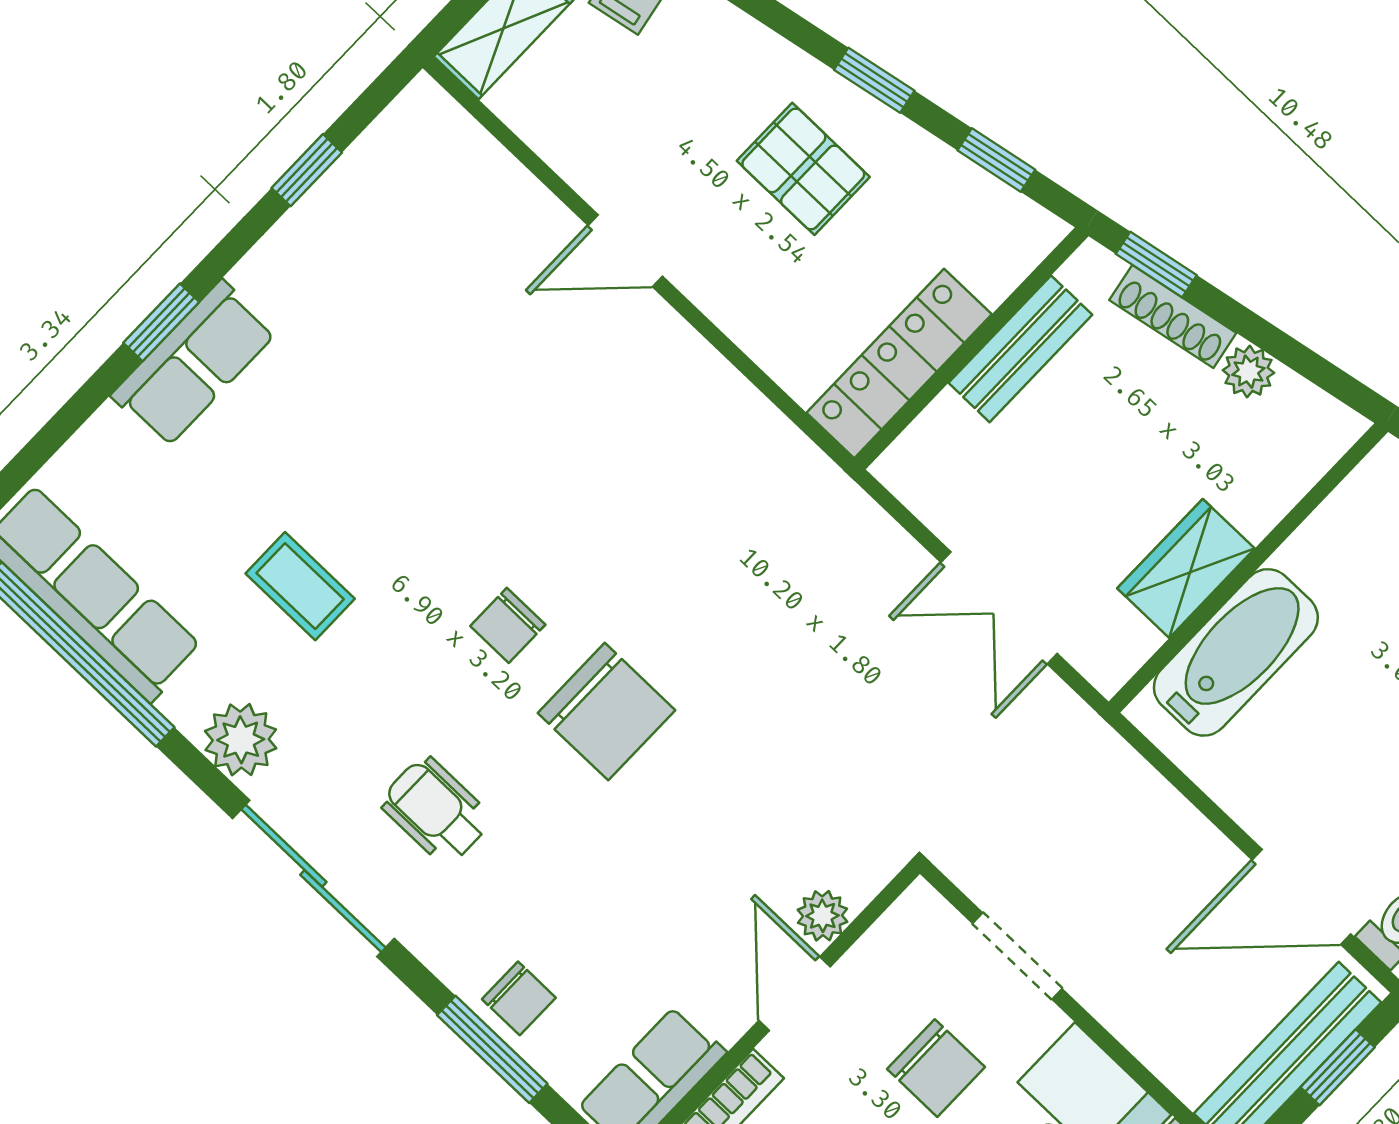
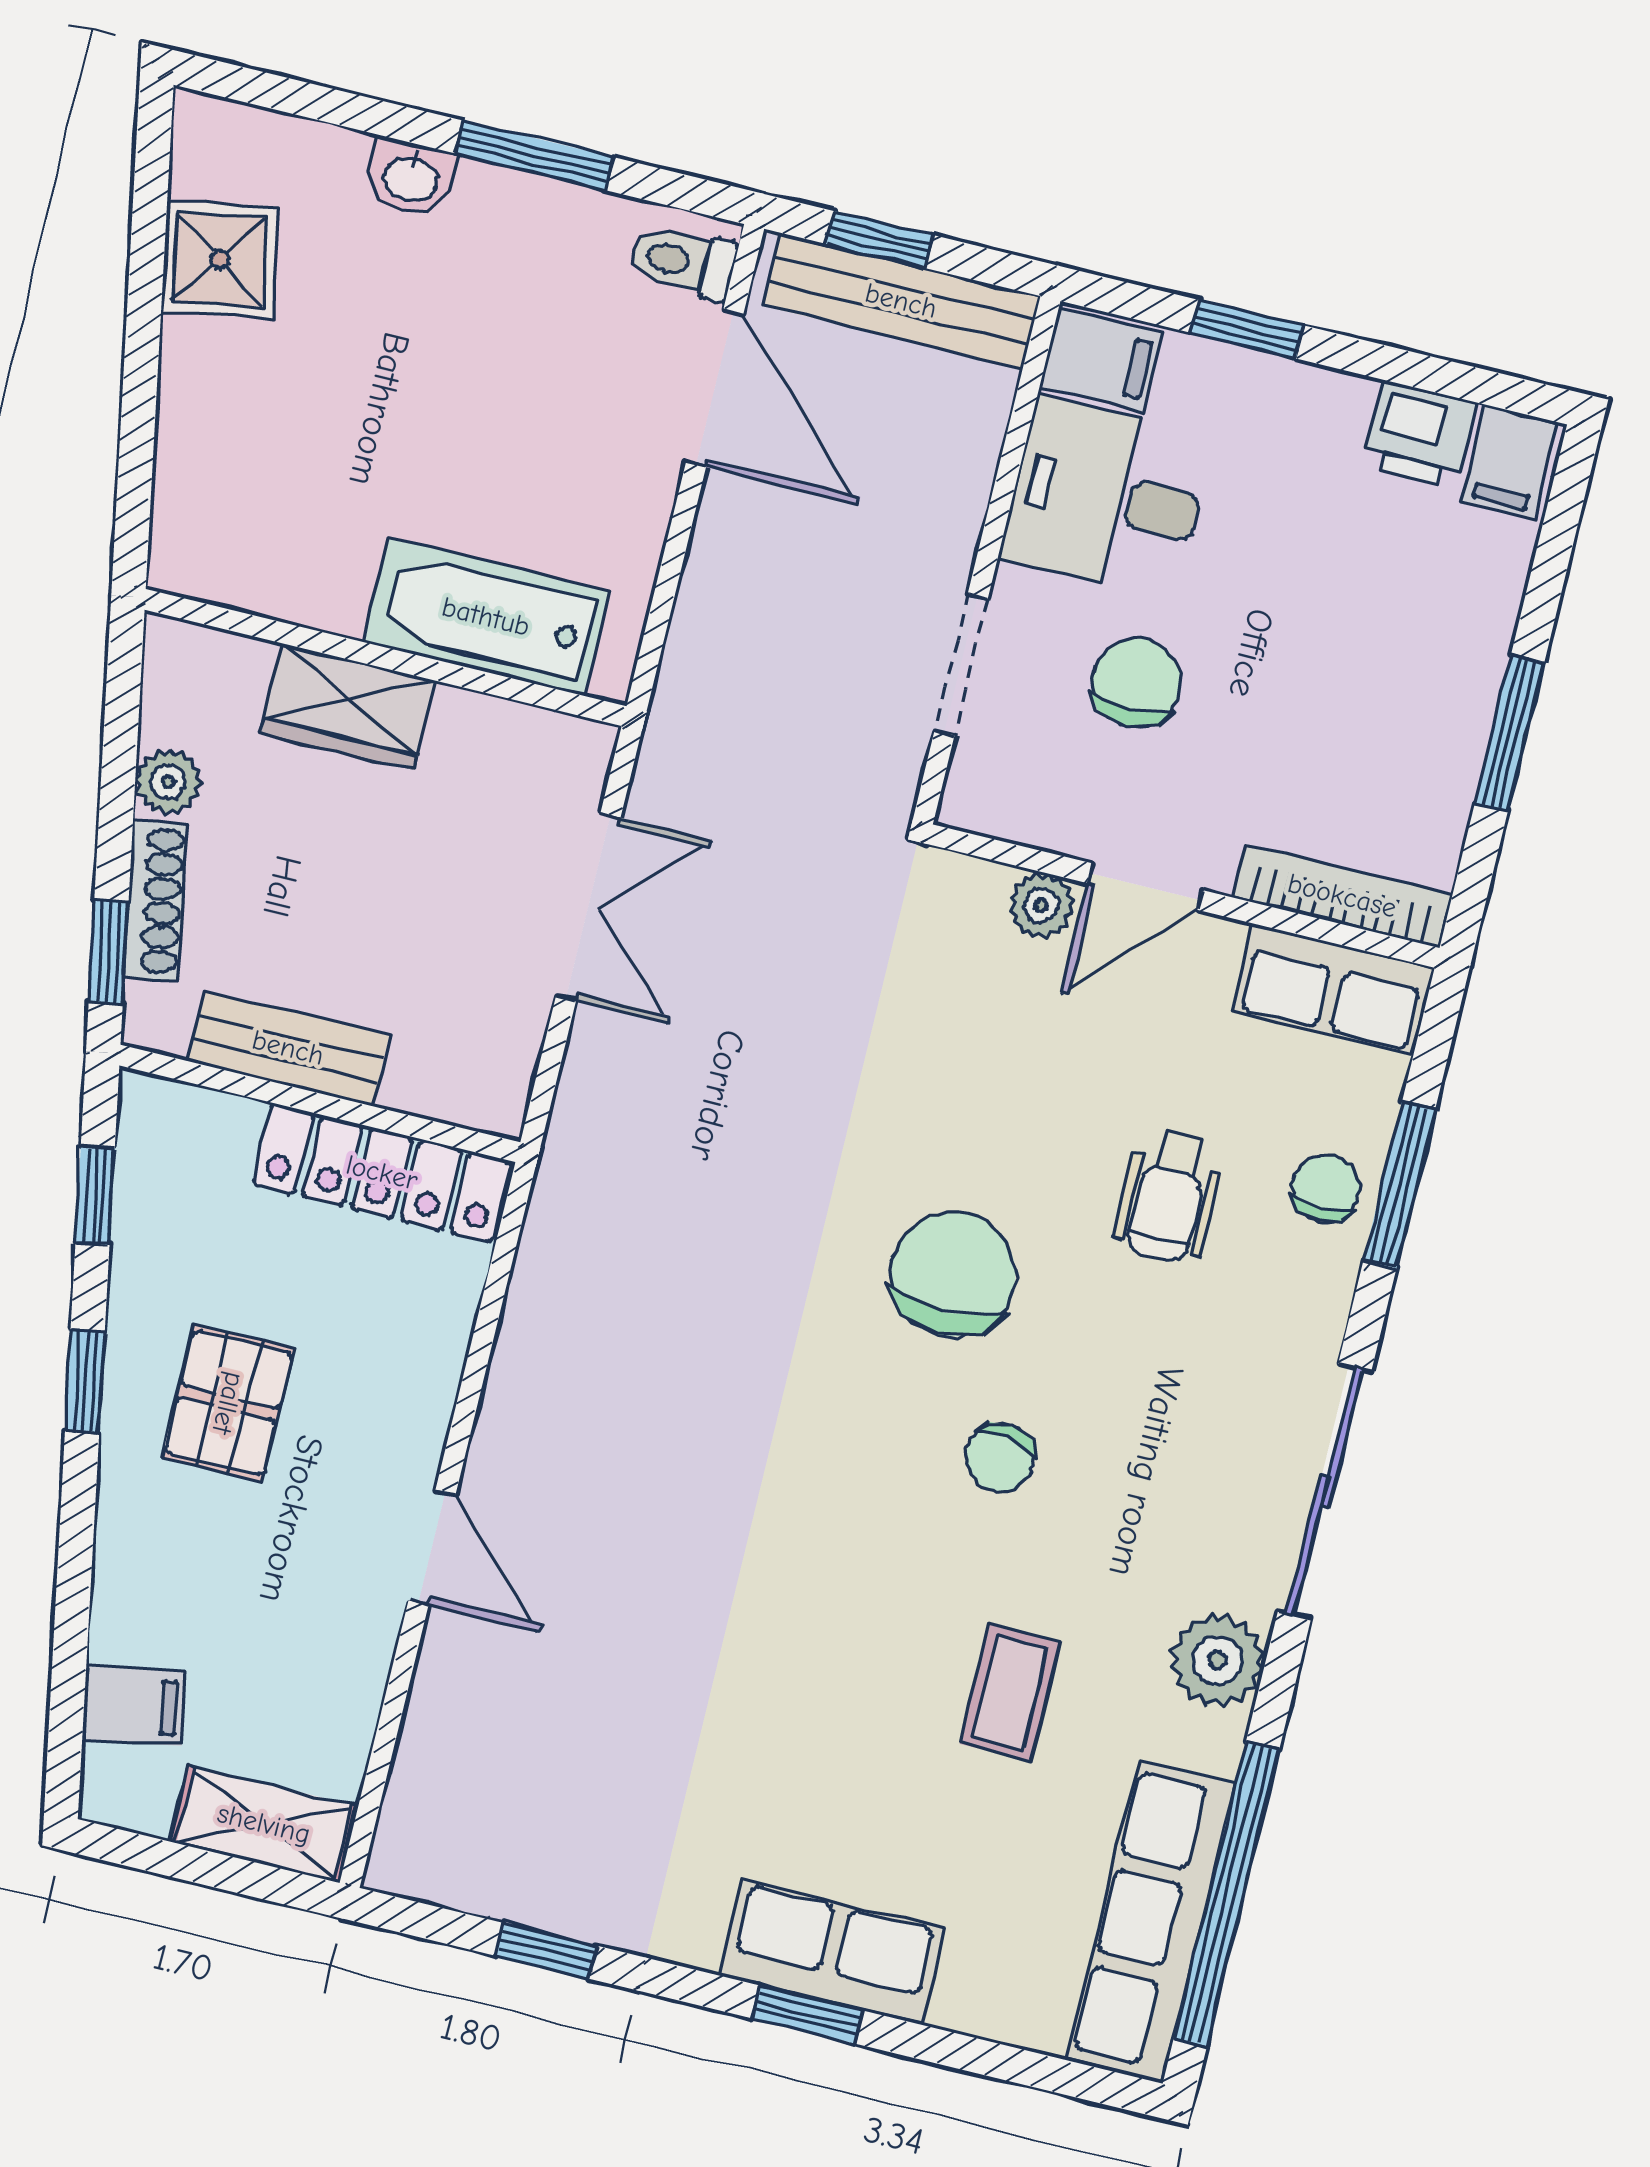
wardrobe: (1186, 568) -> (348, 706), moved
chair: (508, 625) -> (1000, 1458), moved, turned 99
wheelchair: (436, 811) -> (1169, 1196), moved

